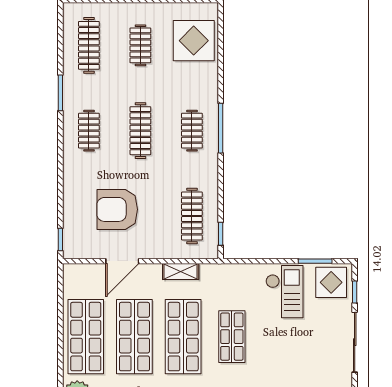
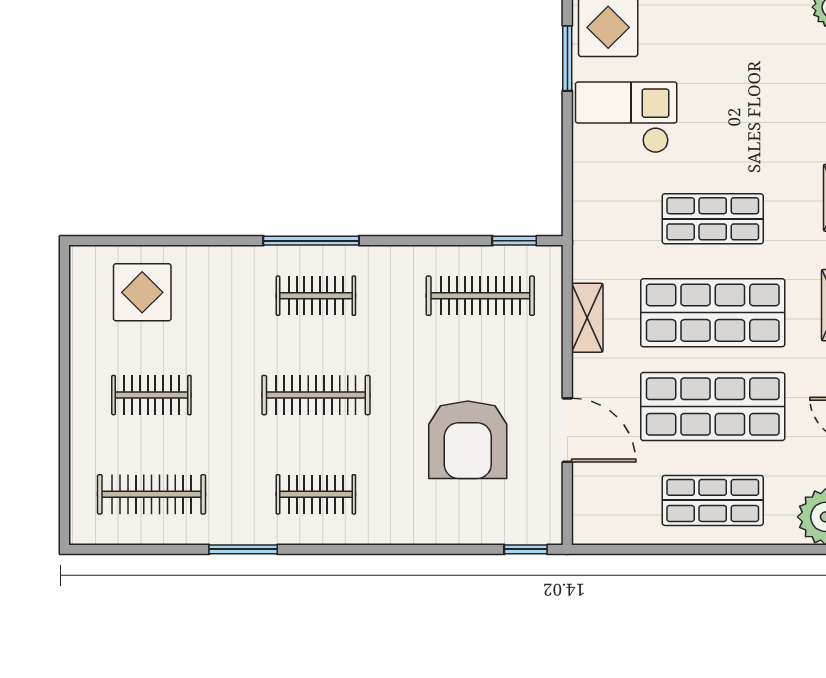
display table: (194, 41) -> (142, 292), width x0.73, depth x0.73
shop shelf: (86, 337) -> (713, 500), width x0.70, depth x0.74

